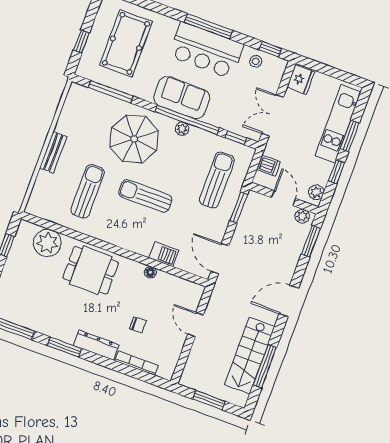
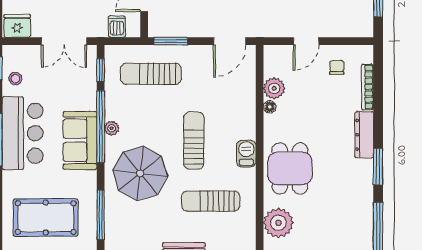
sun lounger: (145, 196) -> (194, 141), turned 180
barbecue: (164, 254) -> (246, 154), moved
plant: (165, 282) -> (274, 88), added
chair: (138, 325) -> (337, 67), moved

